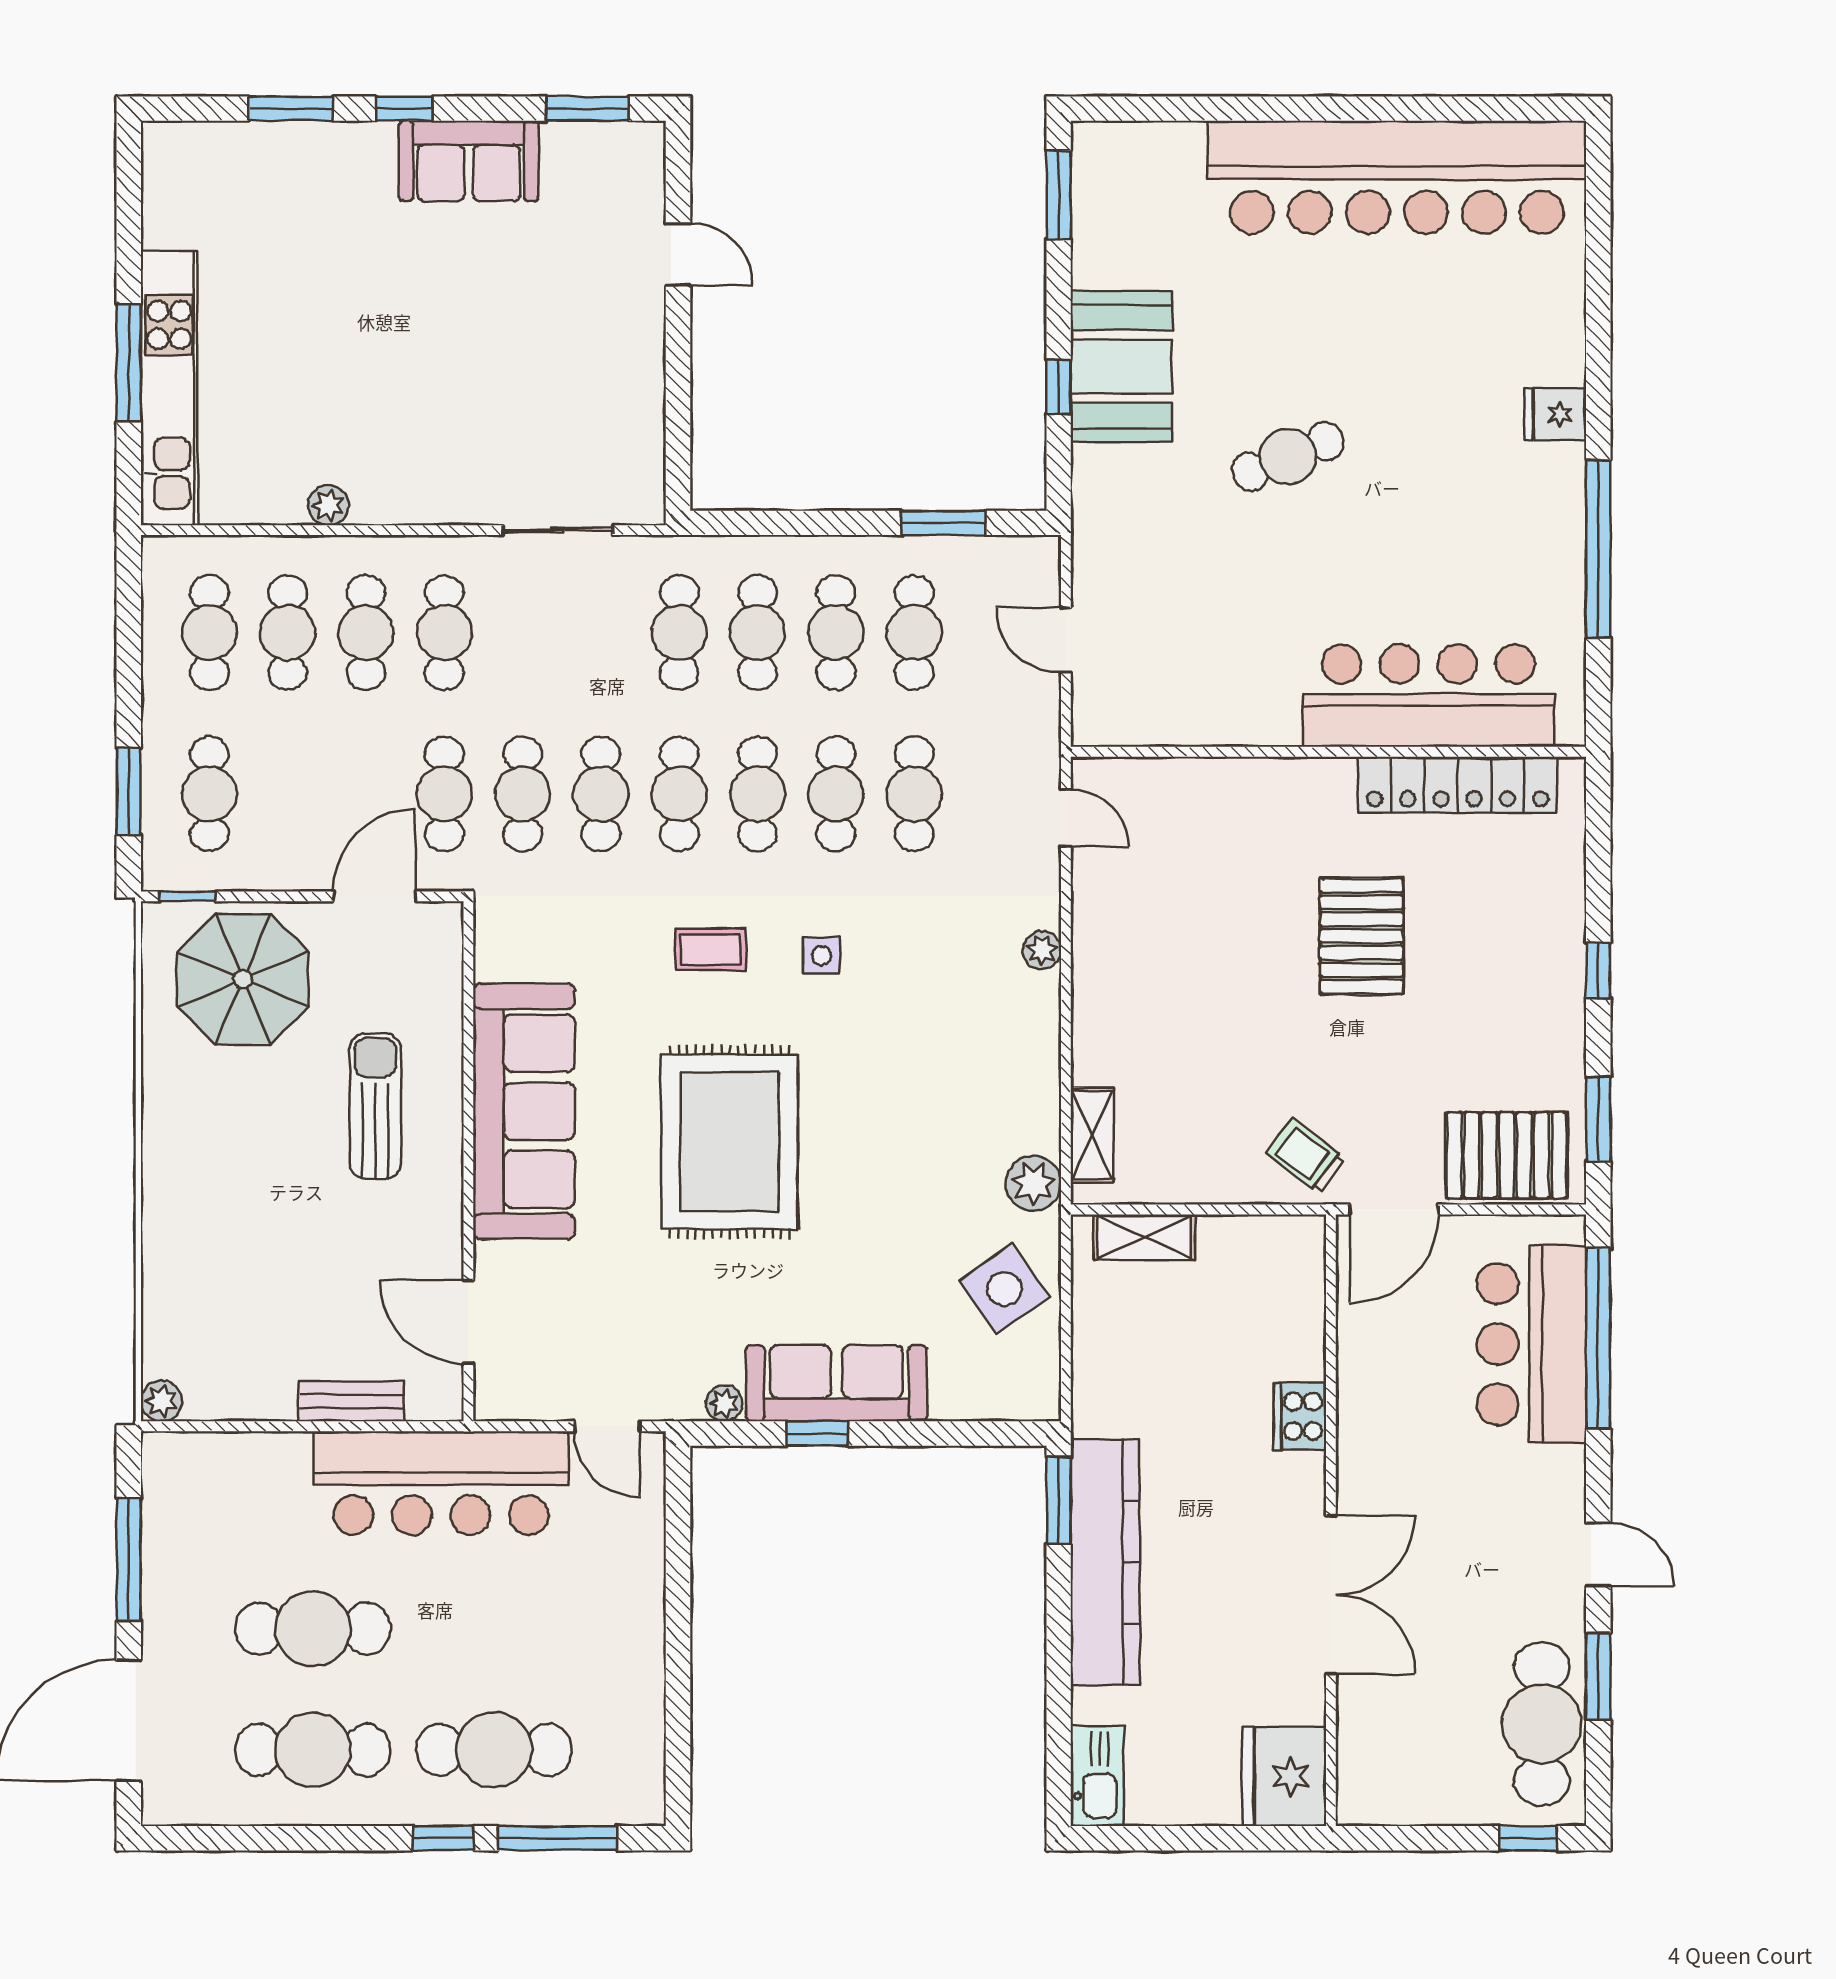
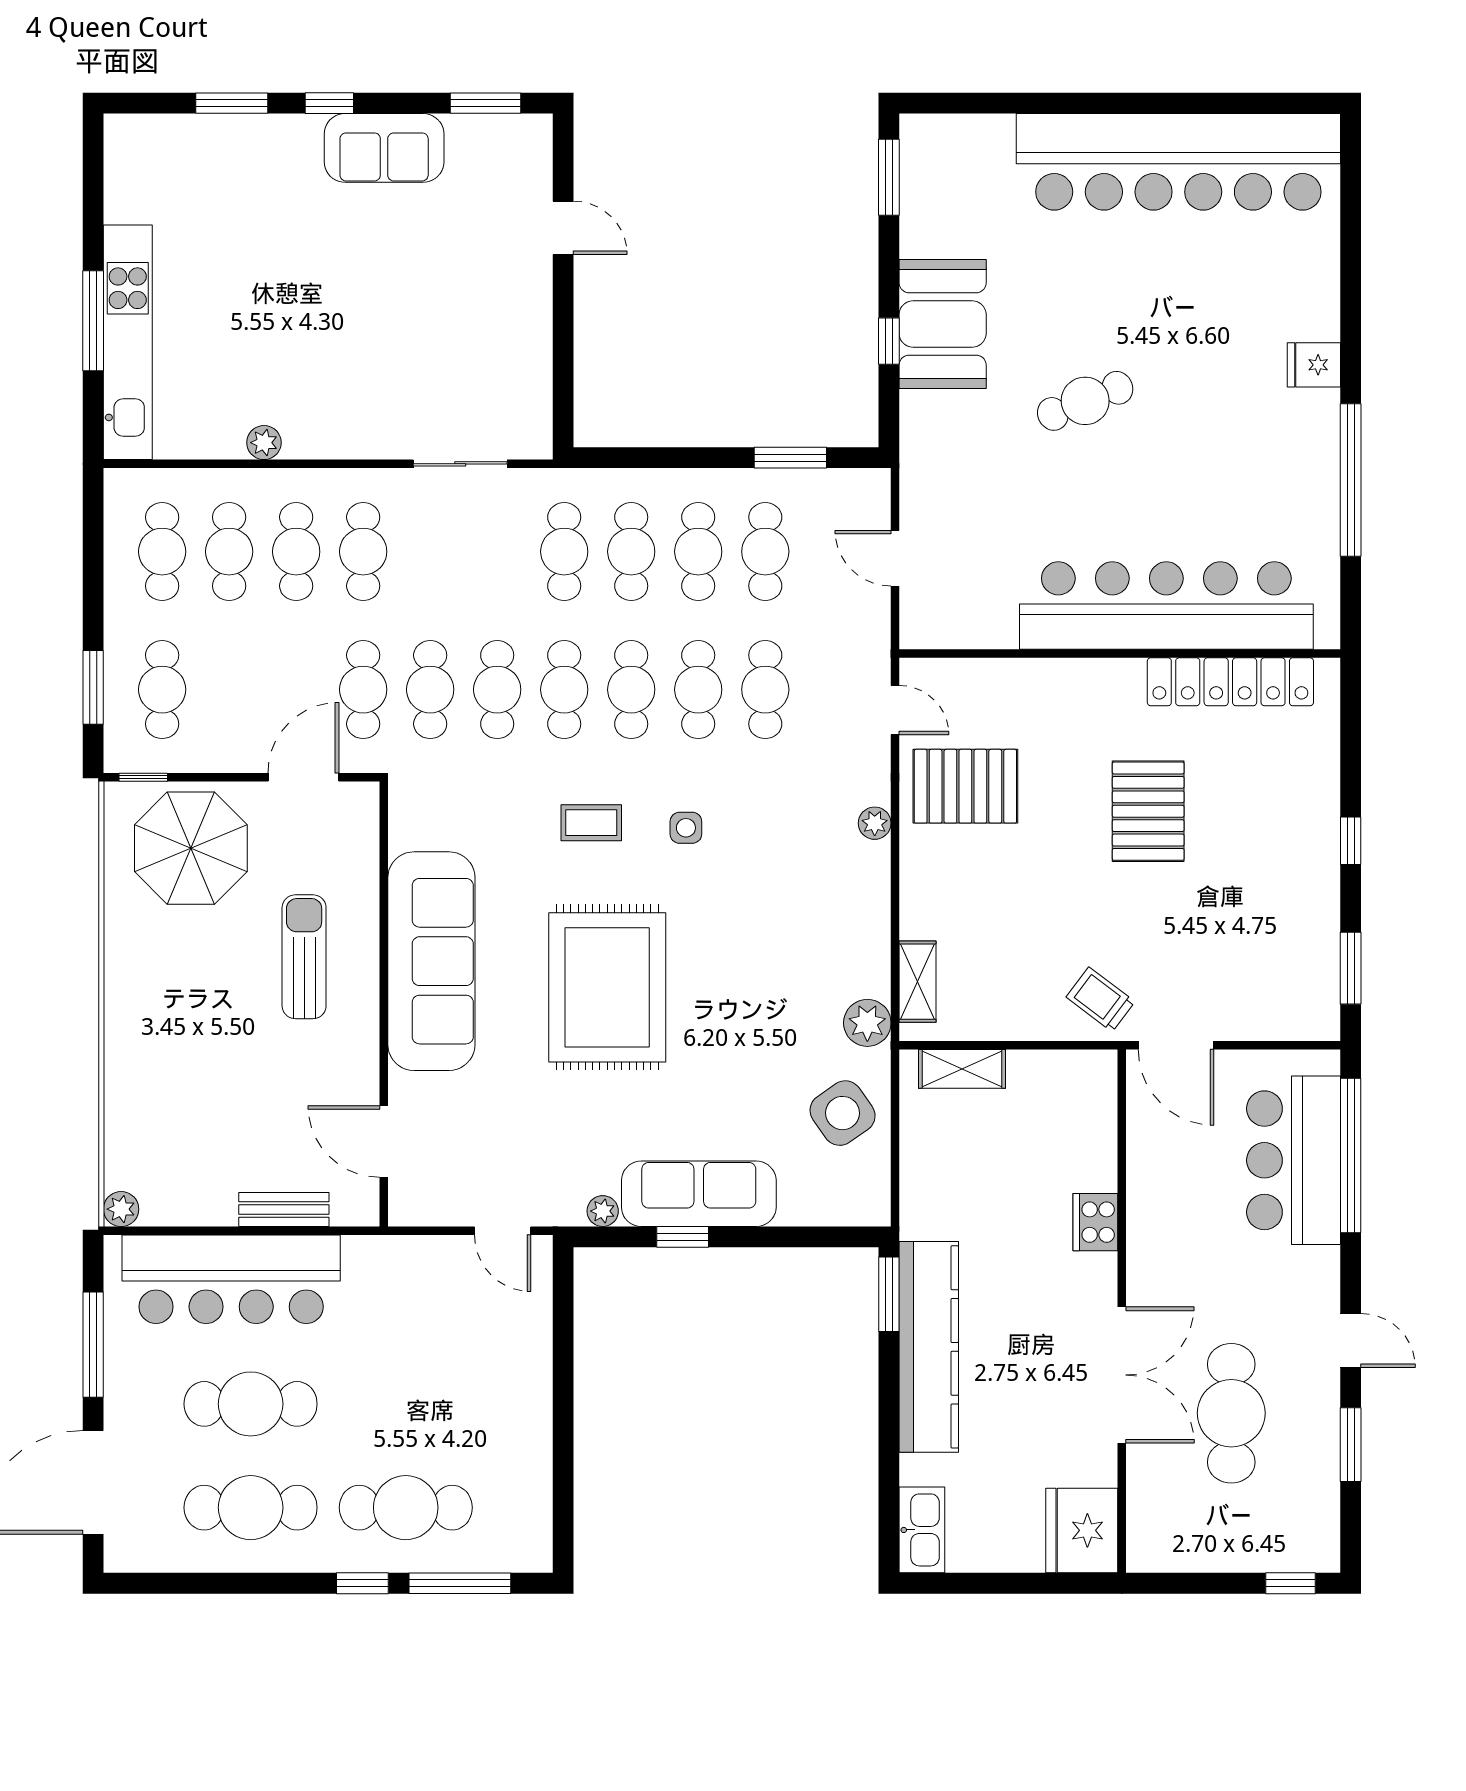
bar counter: (1429, 696) -> (1166, 606), width x1.36
pallet: (1507, 1155) -> (965, 786), moved
door: (1394, 1209) -> (1176, 1045), hinge flipped
bar counter: (441, 1483) -> (231, 1279), moved
cafe table: (1542, 1724) -> (1231, 1413), moved

